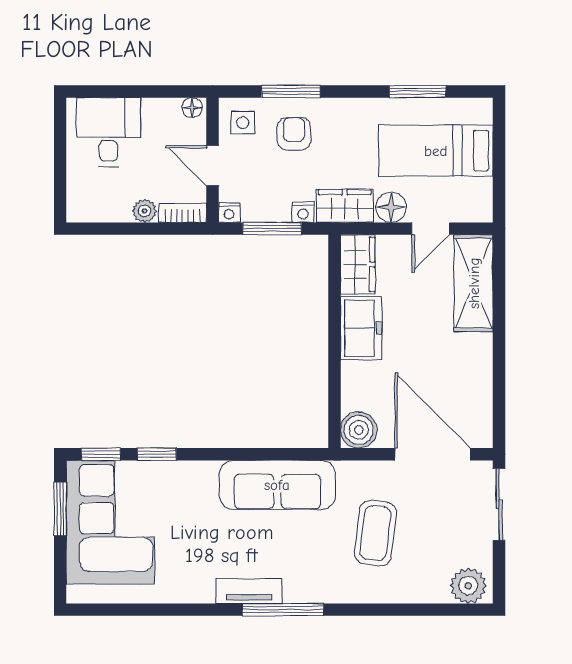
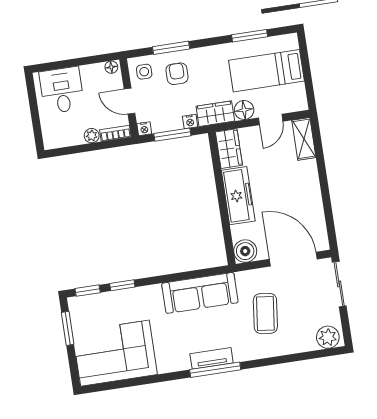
shelving: (474, 283) -> (304, 139), width x0.67, depth x0.75
freezer: (361, 328) -> (238, 196), width x1.40
corner sofa: (110, 522) -> (115, 353), moved, turned -90
tv unit: (249, 591) -> (212, 358), moved

